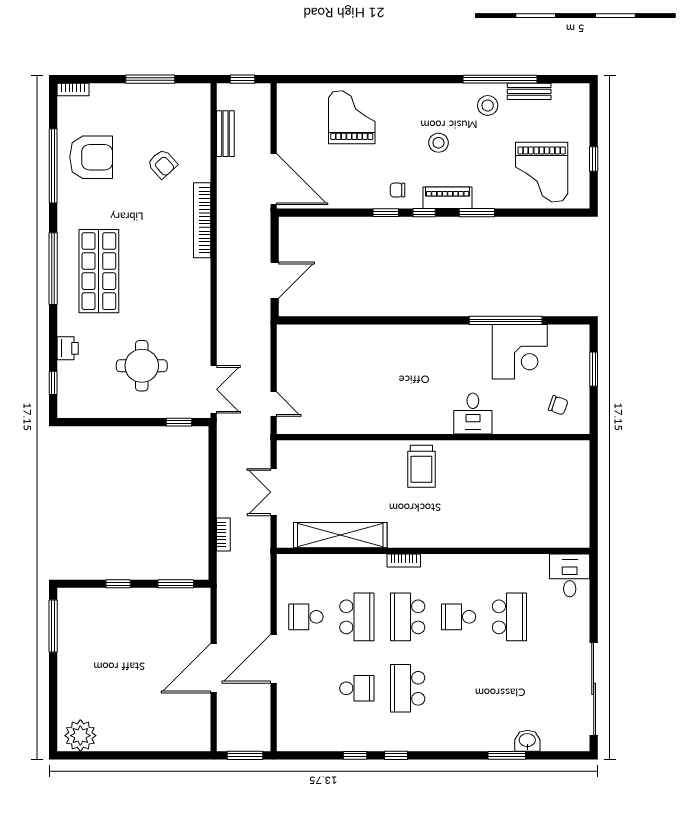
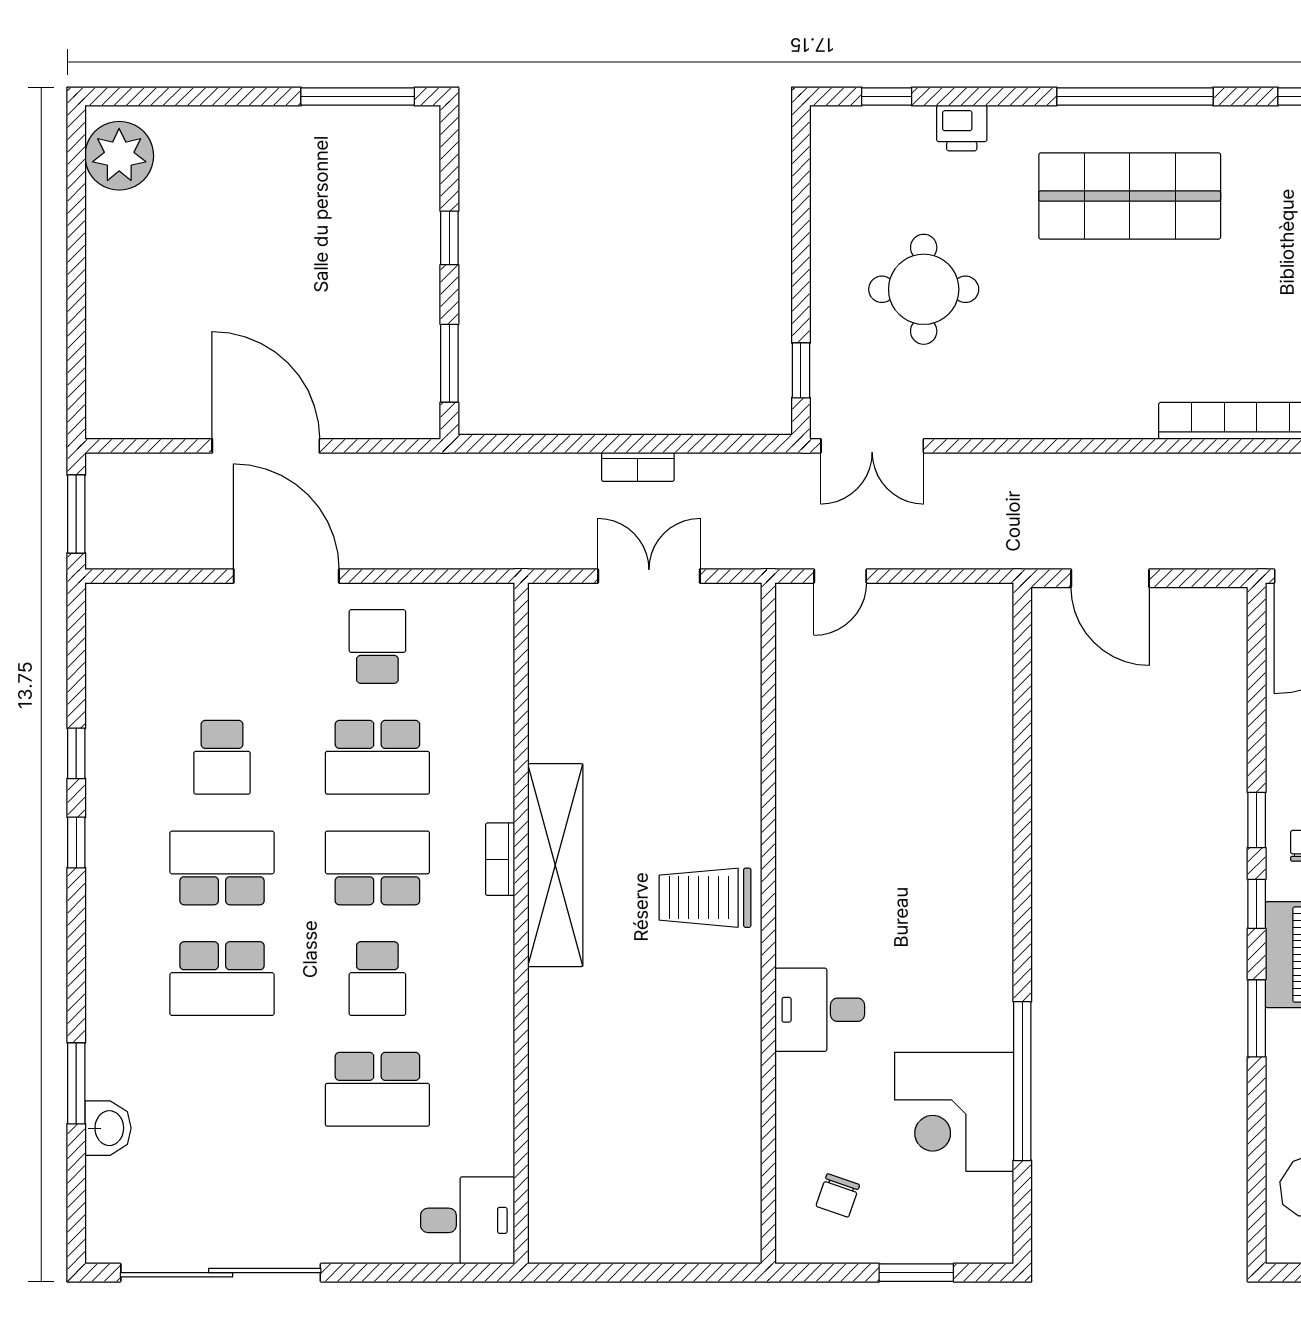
bookcase: (223, 534) -> (638, 467), moved
shelving: (340, 535) -> (555, 865), moved
school desk: (459, 617) -> (377, 979), turned 180
school desk: (459, 688) -> (222, 979), added

